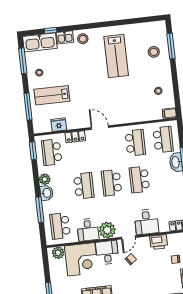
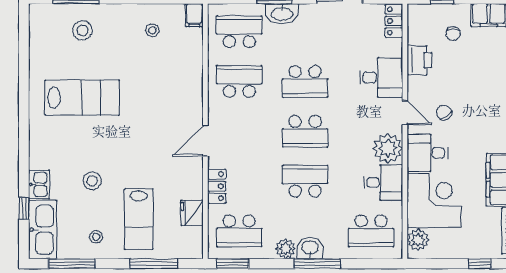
stool: (83, 39) -> (92, 181), moved
window: (40, 210) -> (317, 264), moved

